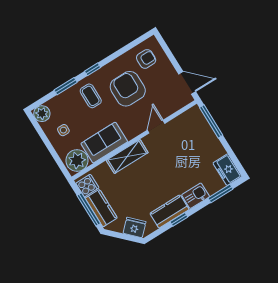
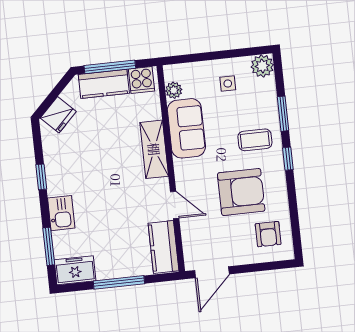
window: (211, 121) -> (119, 282), moved
plant: (77, 160) -> (174, 90), width x0.53, depth x0.53
kitchen counter: (169, 211) -> (163, 247), moved, turned 180

